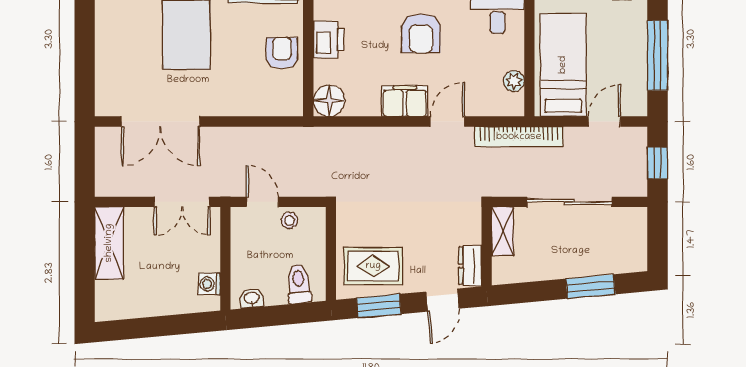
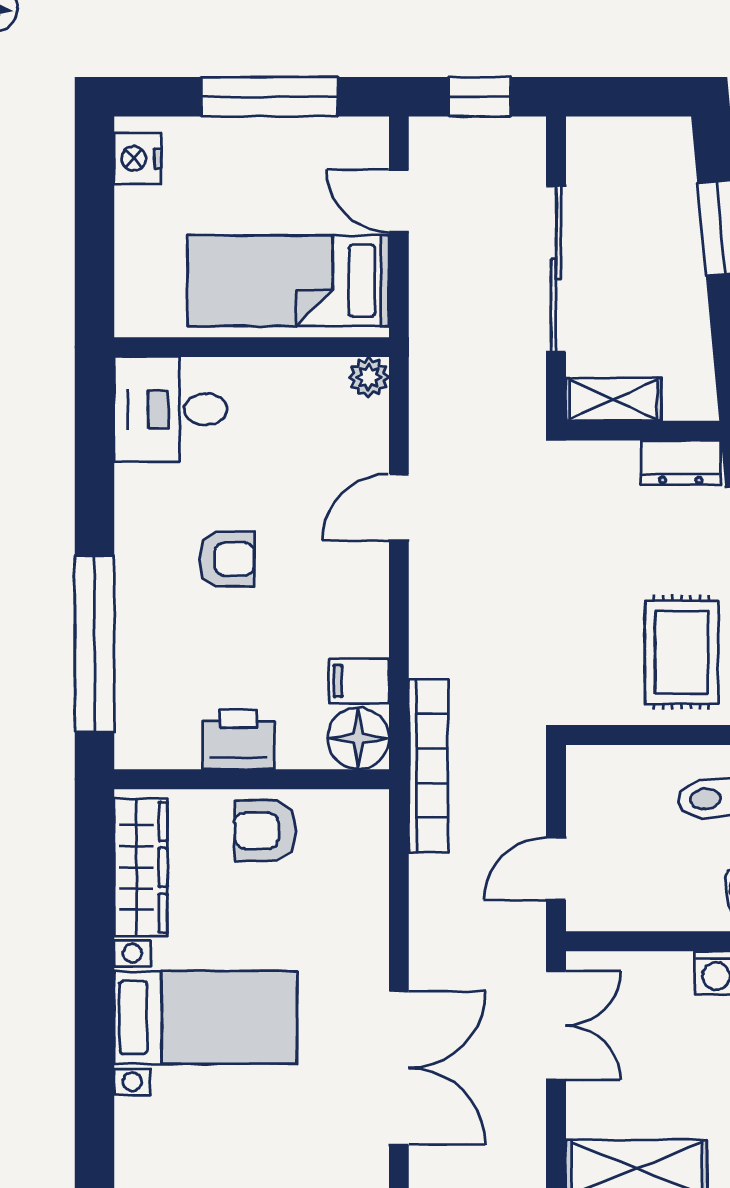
armchair: (421, 33) -> (227, 559), width x0.72, depth x0.72
plant: (514, 81) -> (369, 377), moved
filing cabinet: (405, 101) -> (359, 681), moved, width x0.50
door: (447, 122) -> (399, 507), hinge flipped
bookcase: (519, 137) -> (428, 766), moved
stool: (290, 220) -> (592, 816), removed

